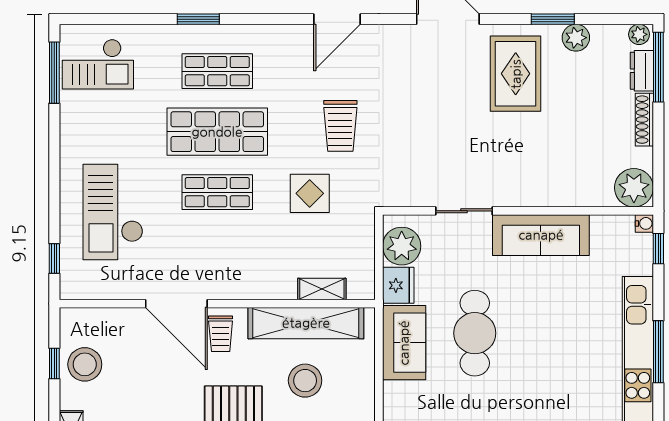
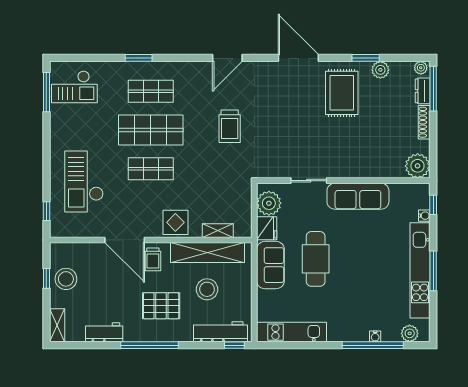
display table: (310, 193) -> (175, 222), moved
water cooler: (644, 223) -> (424, 216), moved

